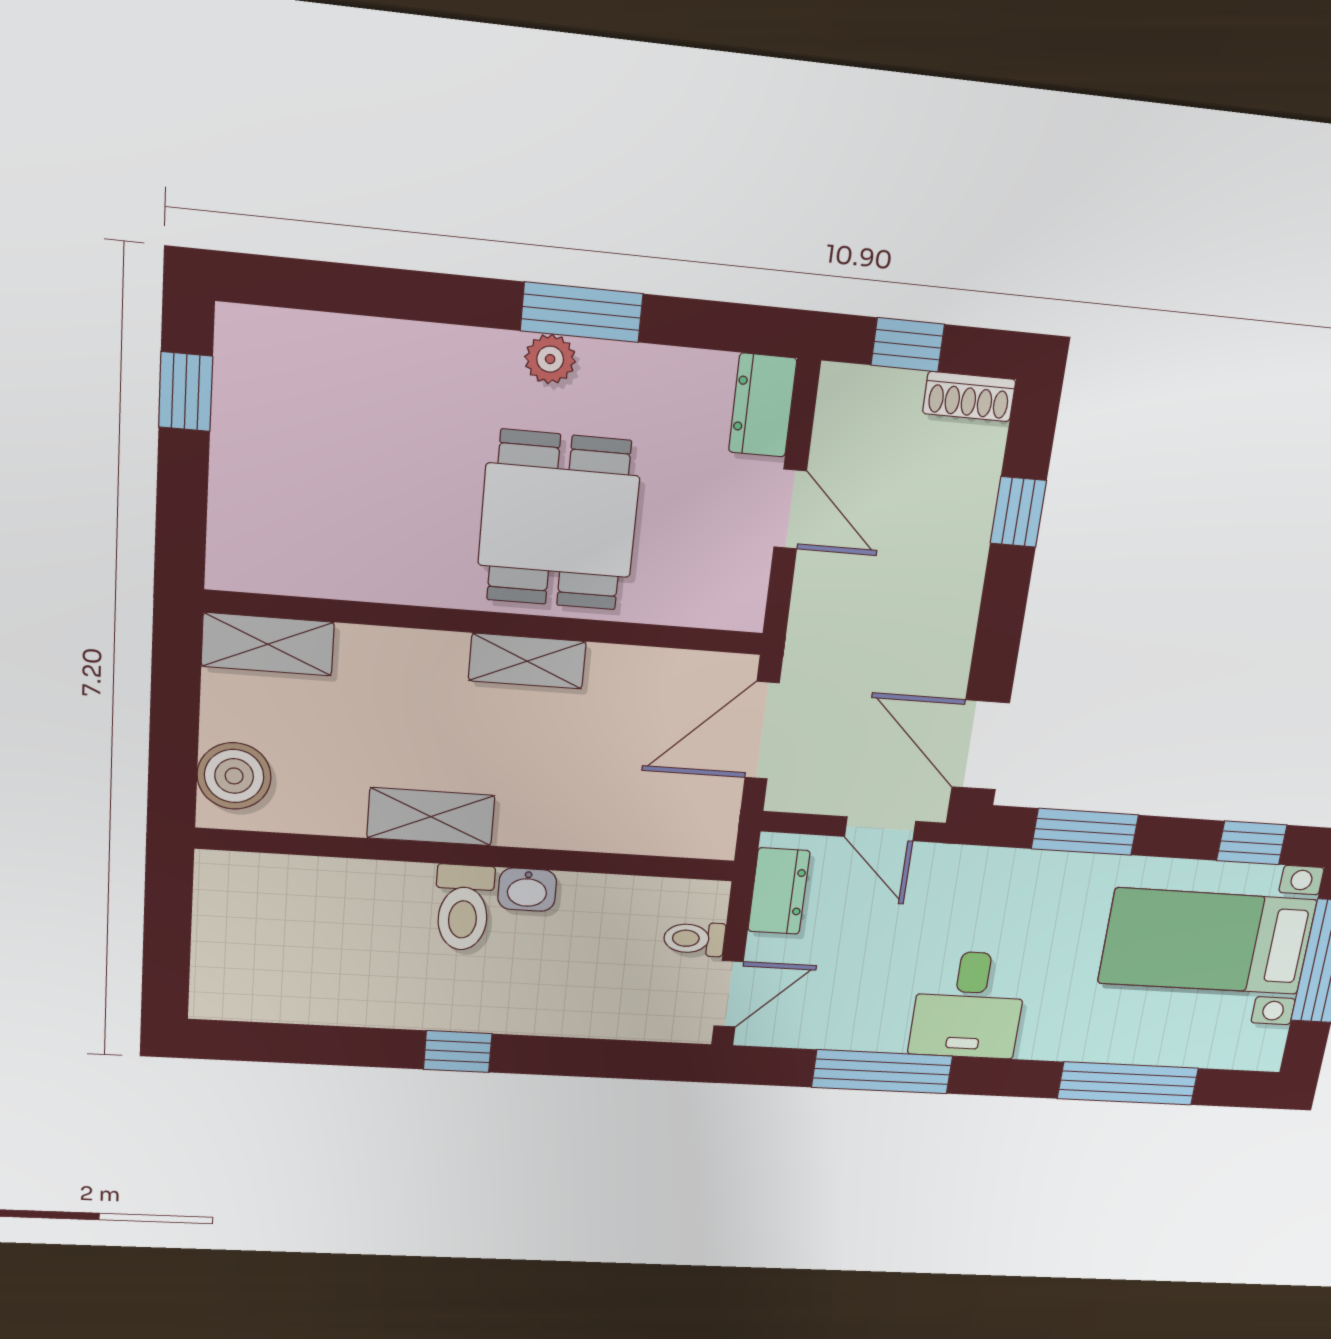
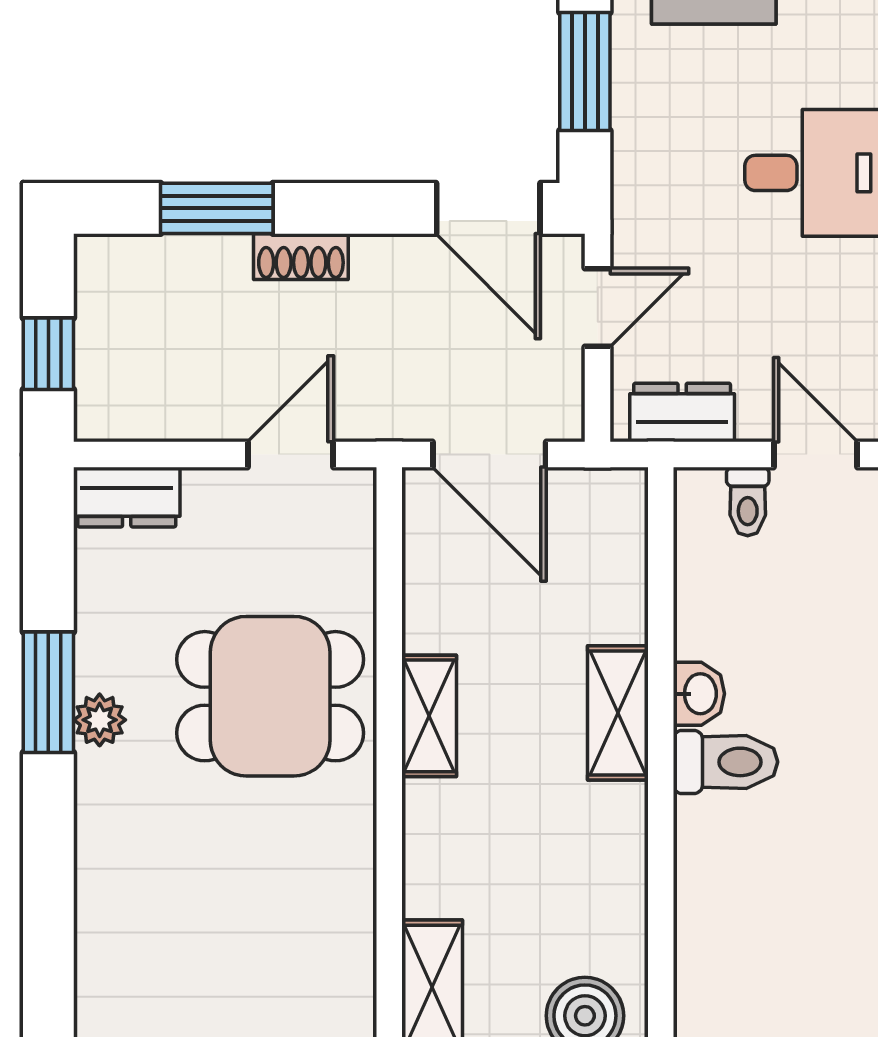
shoe rack: (969, 396) -> (301, 257), moved, turned 90
door: (790, 509) -> (290, 455), moved
window: (1018, 512) -> (217, 208), width x1.50
door: (981, 745) -> (488, 208), hinge flipped
shelving: (431, 817) -> (618, 713), moved

